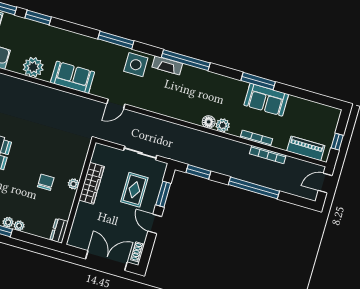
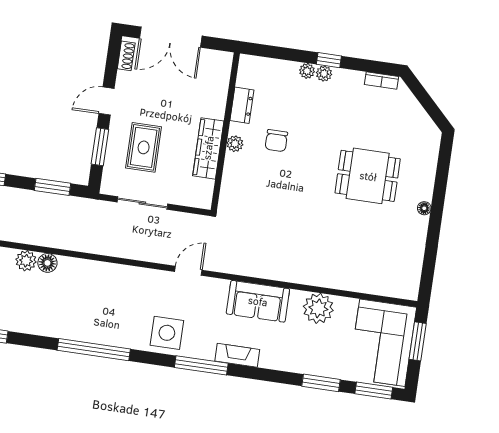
fireplace: (167, 65) -> (237, 355), moved
door: (155, 224) -> (107, 101), swing flipped
dresser: (59, 231) -> (242, 105), moved

